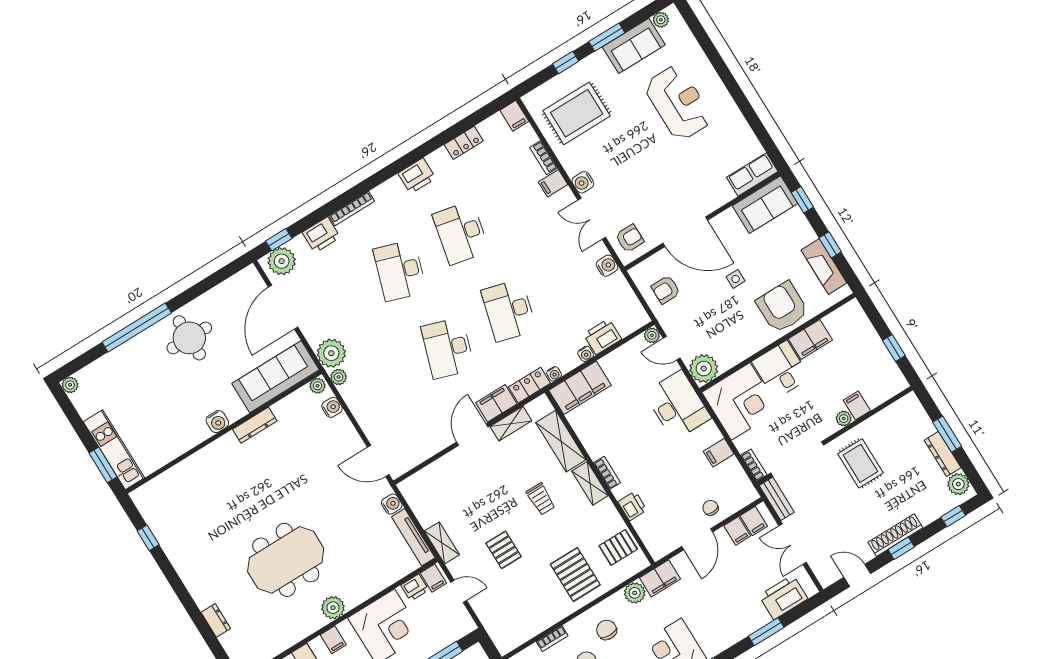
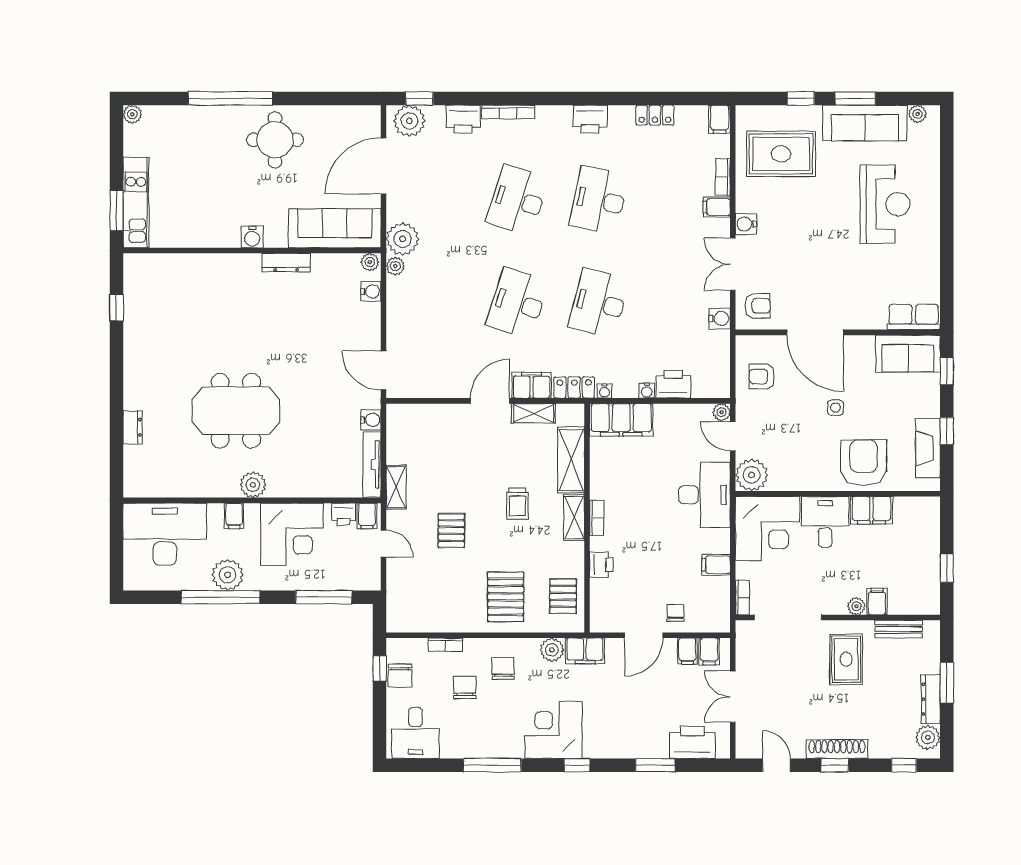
sofa: (634, 46) -> (865, 123), width x1.36
bench: (777, 499) -> (899, 629), moved, turned 90
pallet: (618, 547) -> (563, 596), turned 90

